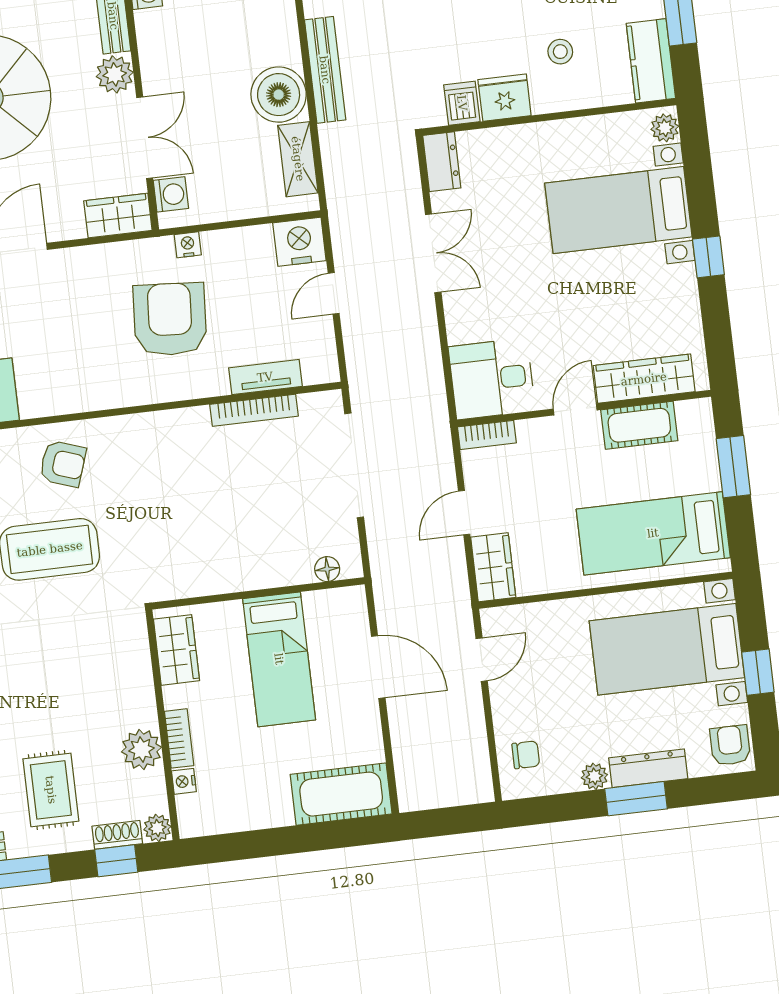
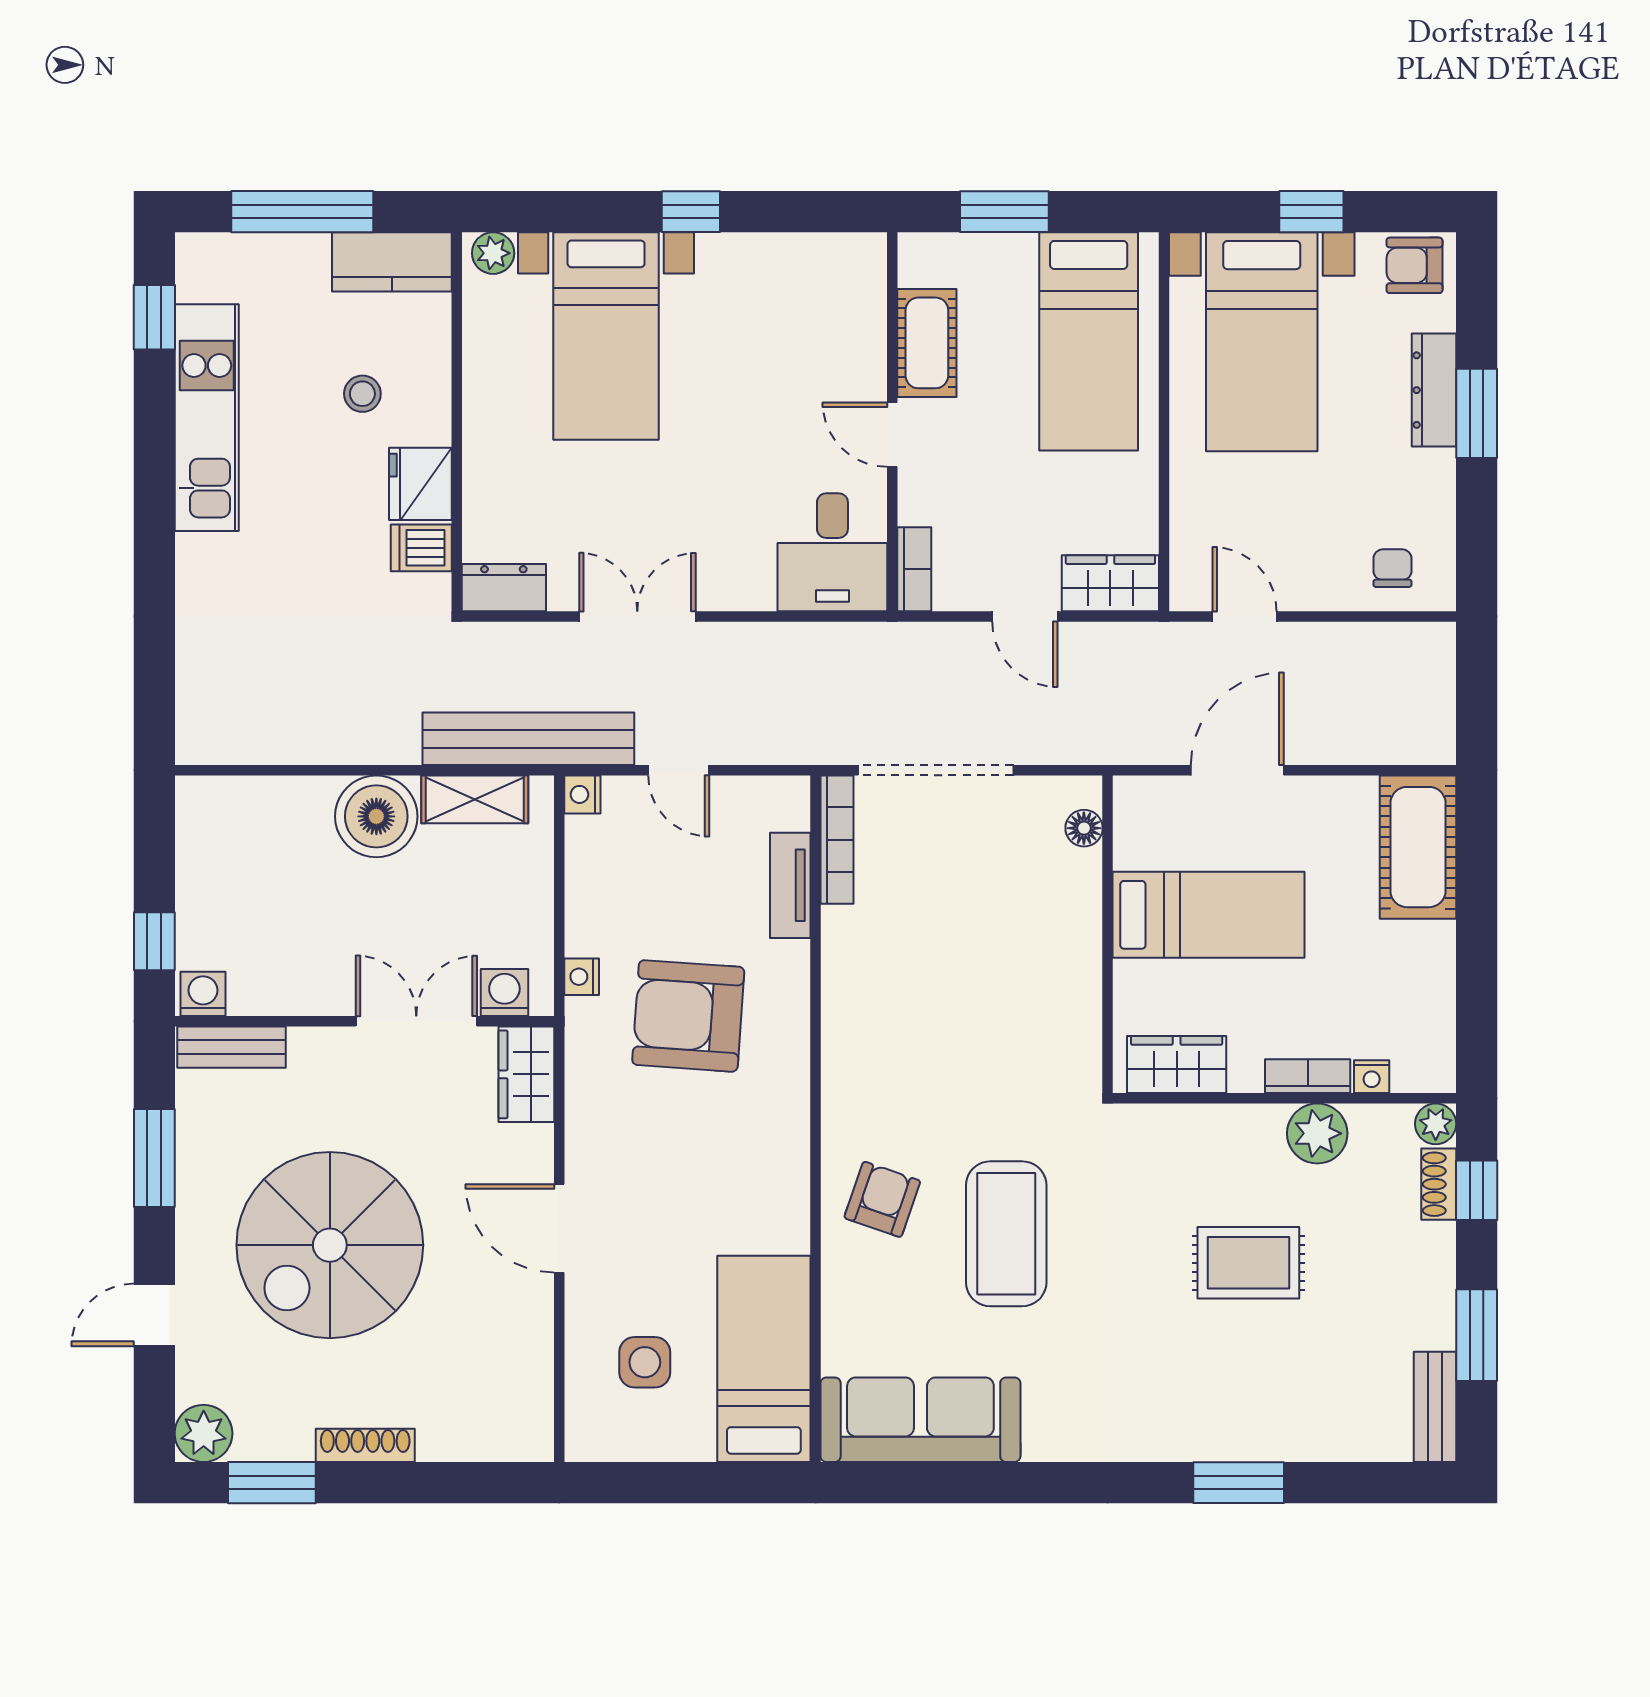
bench: (325, 70) -> (528, 739), moved, width x1.37, depth x1.21
plant: (115, 74) -> (318, 1054), removed
nightstand: (299, 242) -> (582, 794), width x0.53, depth x0.56
wardrobe: (644, 379) -> (859, 328), removed
bookcase: (254, 410) -> (837, 840), moved
plant: (594, 776) -> (1436, 471), removed
rug: (51, 790) -> (1248, 1263), moved

